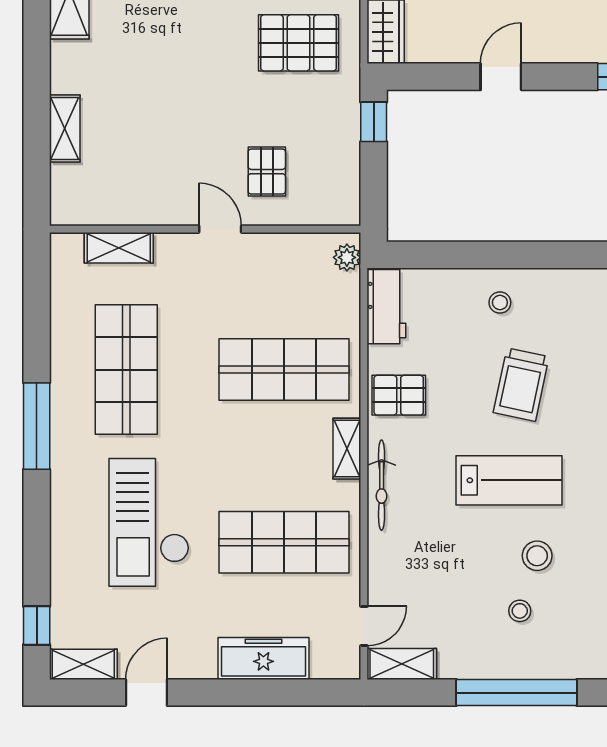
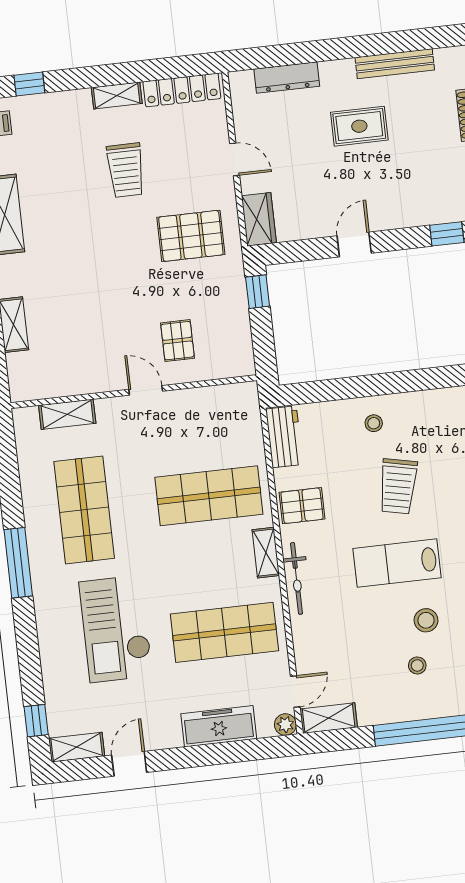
plant: (347, 257) -> (285, 725), moved
lab bench: (509, 480) -> (397, 563), turned 180

